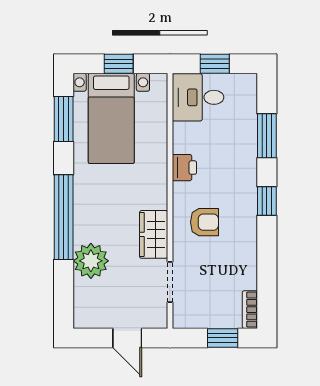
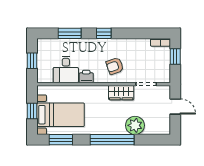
desk: (198, 97) -> (66, 69), moved
armchair: (204, 222) -> (115, 66), turned -109
door: (127, 338) -> (175, 106), hinge flipped

